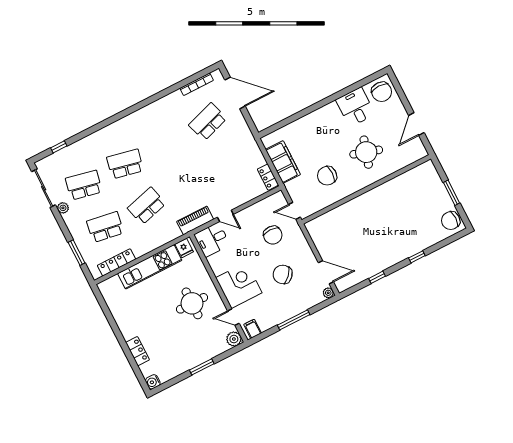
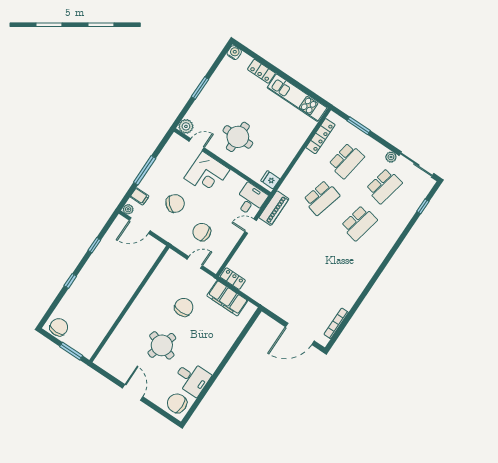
school desk: (208, 122) -> (309, 297), removed
wall: (366, 189) -> (129, 304), moved
school desk: (147, 206) -> (322, 198), turned 30
kitchen unit: (150, 267) -> (297, 98), moved, turned -90
filing cabinet: (253, 329) -> (140, 196), moved

